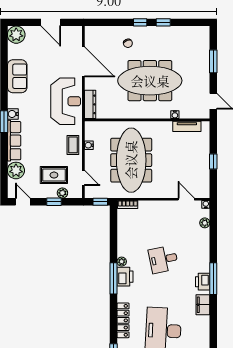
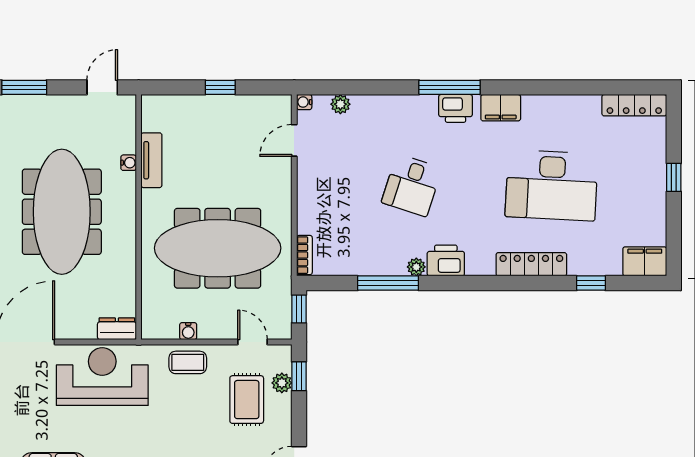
dresser: (90, 104) -> (117, 329), width x0.70
tv unit: (187, 126) -> (151, 160), moved
door: (83, 178) -> (252, 342), hinge flipped
window: (54, 202) -> (299, 376), moved
desk: (163, 259) -> (412, 185), turned 30
window: (113, 278) -> (388, 283), moved

